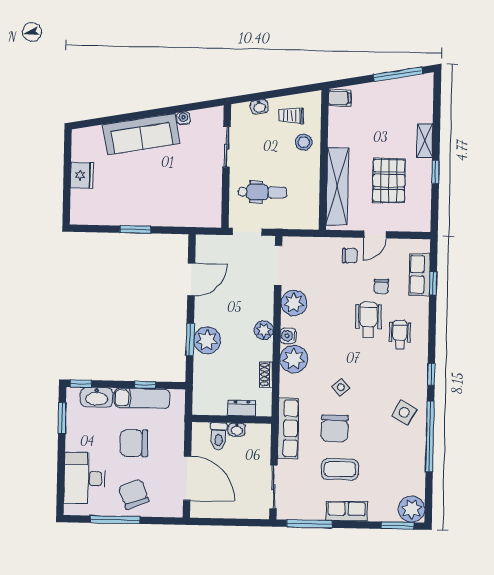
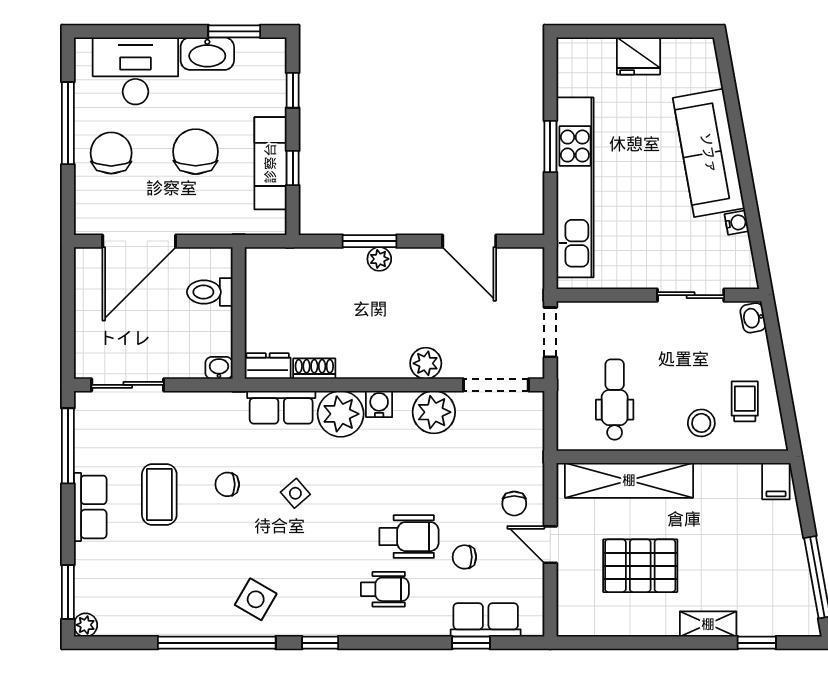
washbasin: (259, 107) -> (753, 318), moved
window: (435, 172) -> (757, 643), moved
dental chair: (262, 192) -> (615, 400), moved, turned 180
kitchen unit: (160, 215) -> (575, 187), added
plant: (264, 330) -> (426, 363), moved
plant: (207, 340) -> (379, 259), width x0.53, depth x0.53
window: (81, 384) -> (293, 90), moved
washbasin: (97, 397) -> (207, 54), moved, turned -90
dresser: (242, 408) -> (268, 366), moved, turned -90
row of seats: (288, 428) -> (281, 407), moved, width x0.68
chair: (335, 428) -> (227, 484), width x0.54, depth x0.54
washbasin: (237, 430) -> (219, 368), moved, turned 90
chair: (134, 494) -> (111, 153), turned -69
plant: (412, 509) -> (85, 625), width x0.53, depth x0.53

